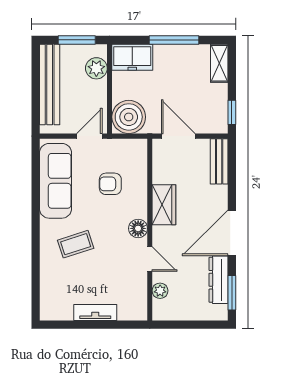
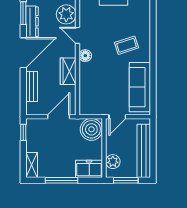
door: (178, 136) -> (59, 117), swing flipped
bench: (219, 161) -> (32, 87), moved
armchair: (110, 184) -> (104, 85), removed
plant: (160, 291) -> (66, 14), width x1.88, depth x1.88

